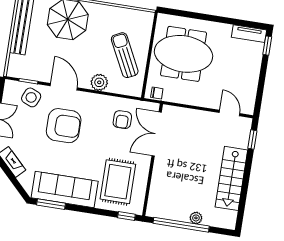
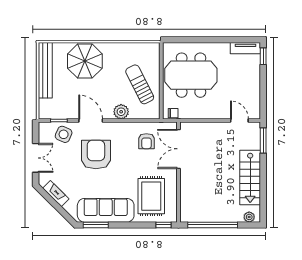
armchair: (64, 126) -> (96, 155), turned -90
window: (252, 139) -> (263, 140), width x1.50
plant: (196, 218) -> (249, 217), moved

